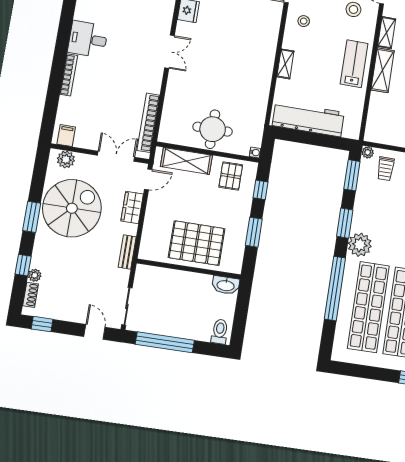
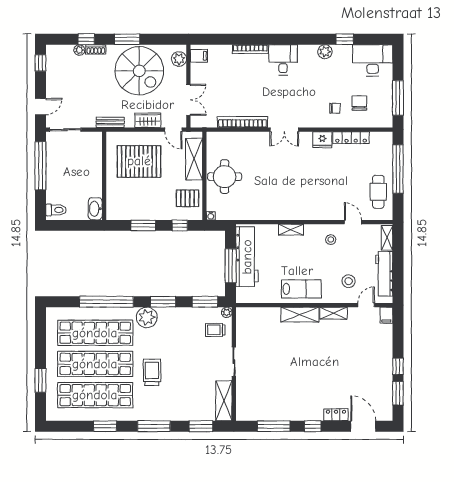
bookcase: (148, 123) -> (243, 122), moved
window: (316, 139) -> (231, 266), added
pallet: (197, 243) -> (139, 161), moved, turned 90
shoe rack: (31, 295) -> (96, 49), moved

